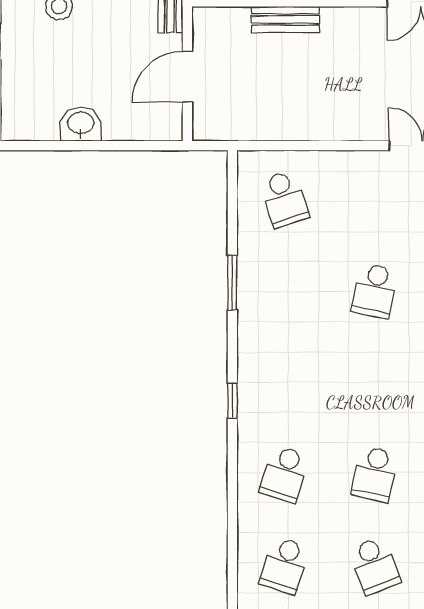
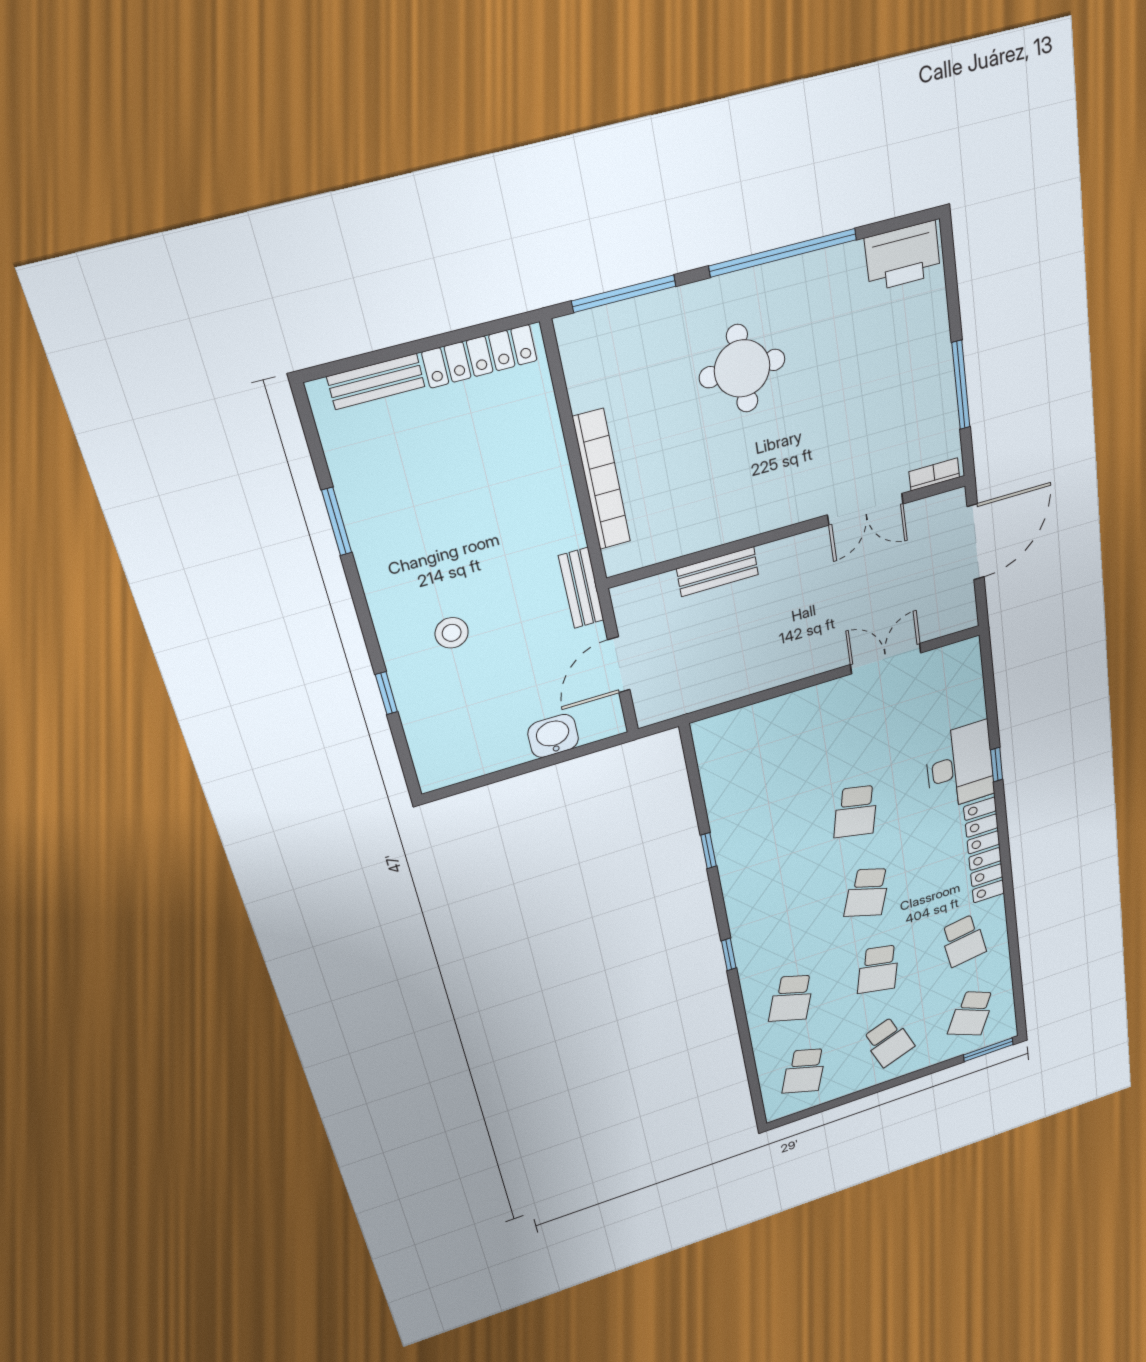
washbasin: (81, 124) -> (553, 736), moved
school desk: (284, 199) -> (867, 893), moved, turned 36
window: (232, 283) -> (708, 851), width x0.67

